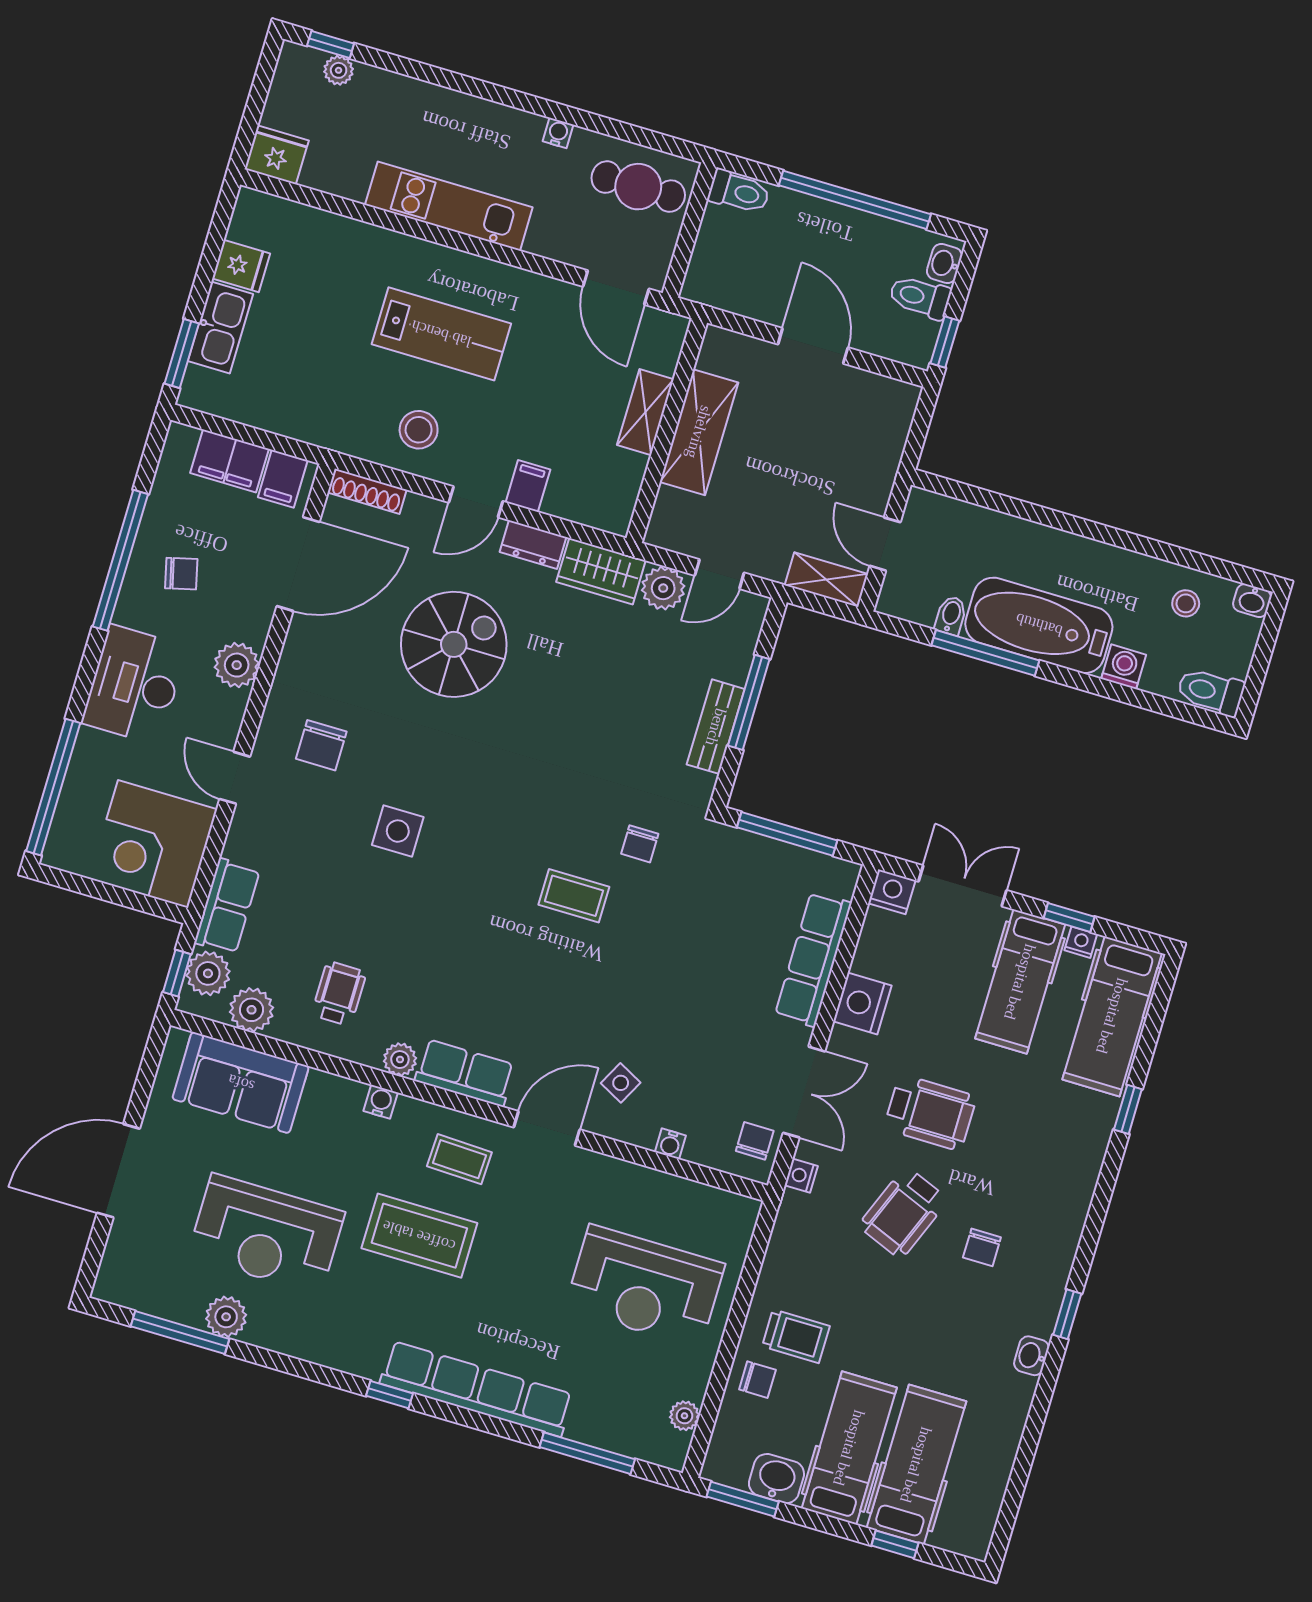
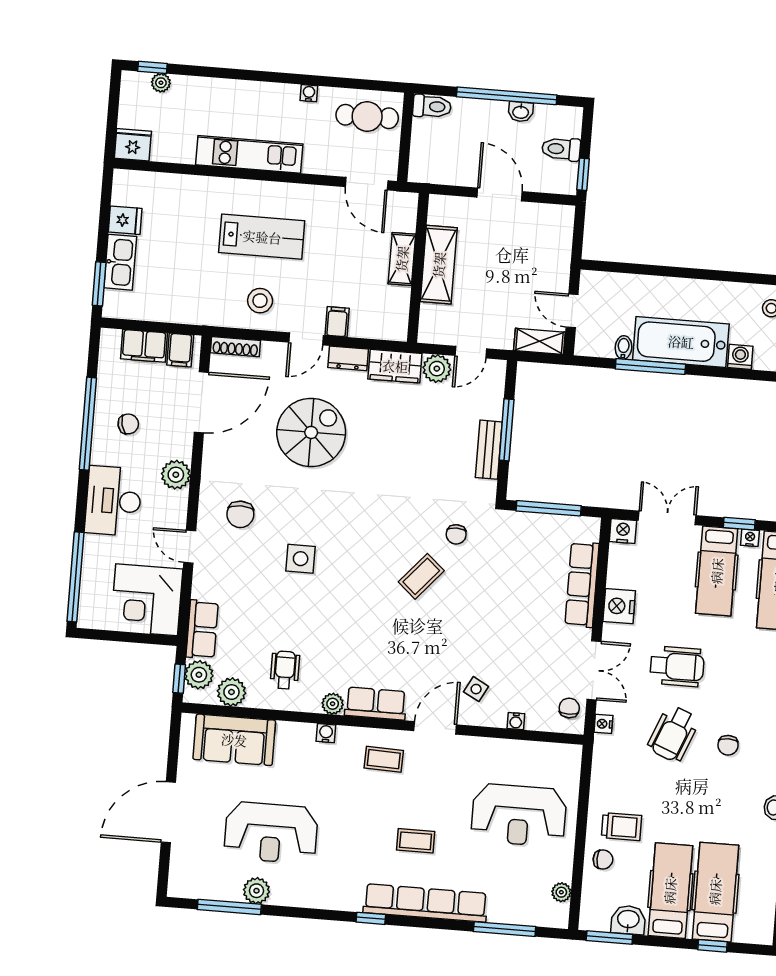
washbasin: (944, 264) -> (521, 112), moved, turned -90
coffee table: (574, 896) -> (421, 576), turned -49
coffee table: (419, 1236) -> (416, 841), moved, width x0.54, depth x0.58

